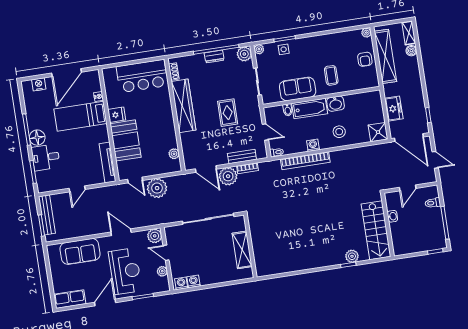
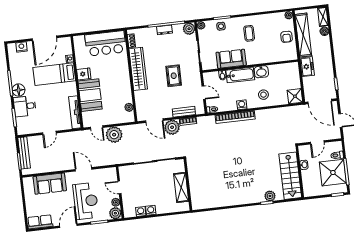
coffee table: (331, 75) -> (249, 33), moved
freezer: (394, 109) -> (307, 67), moved
shower: (428, 224) -> (333, 173), added
plant: (155, 236) -> (115, 213), moved
washing machine: (181, 283) -> (151, 210), moved

